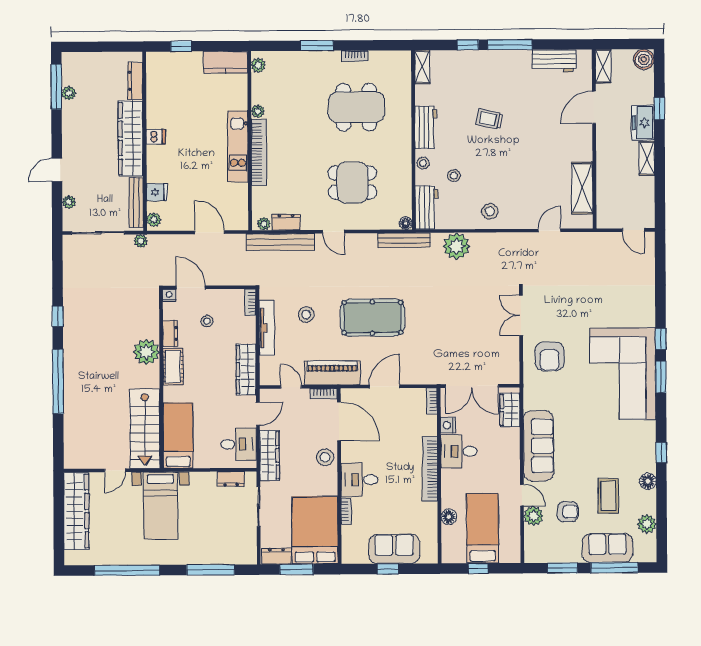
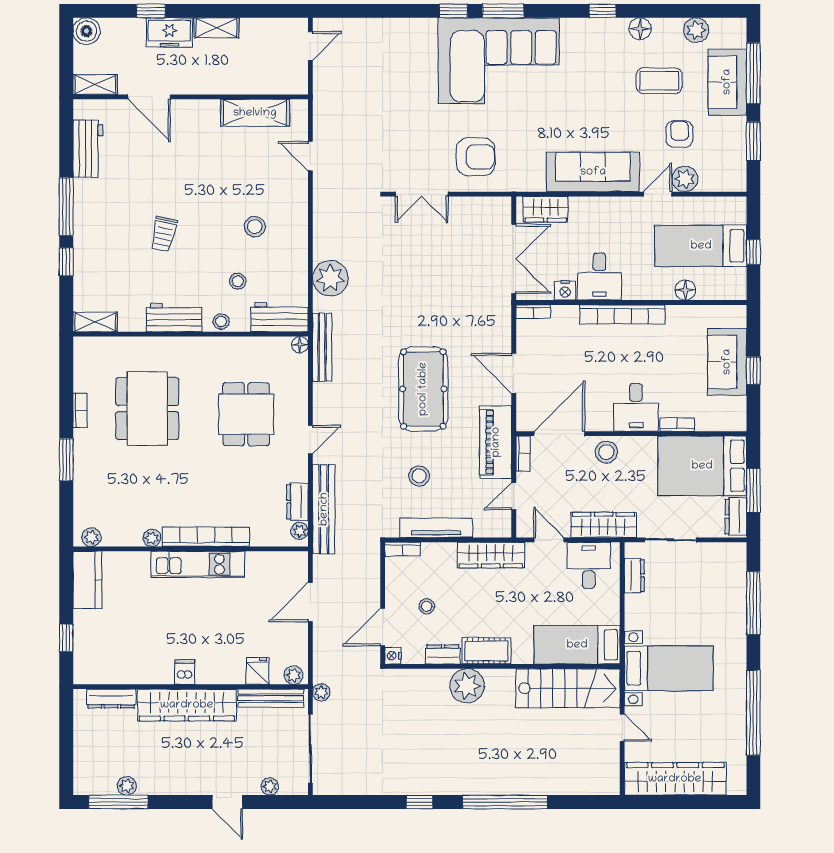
stool: (490, 211) -> (255, 227), moved

